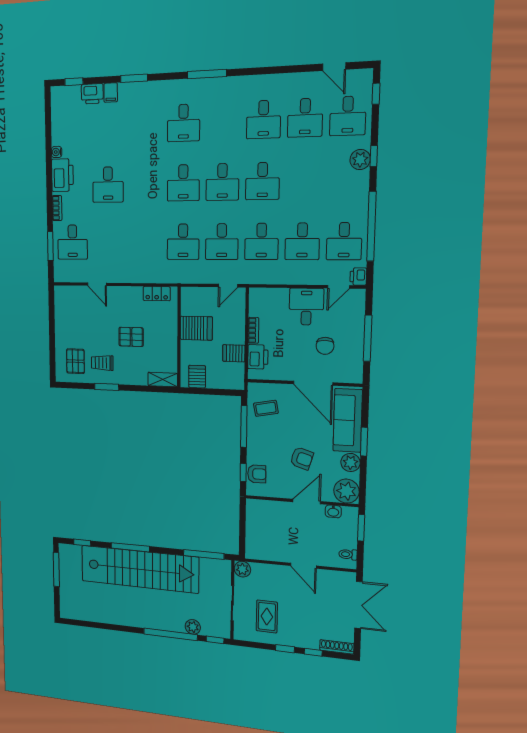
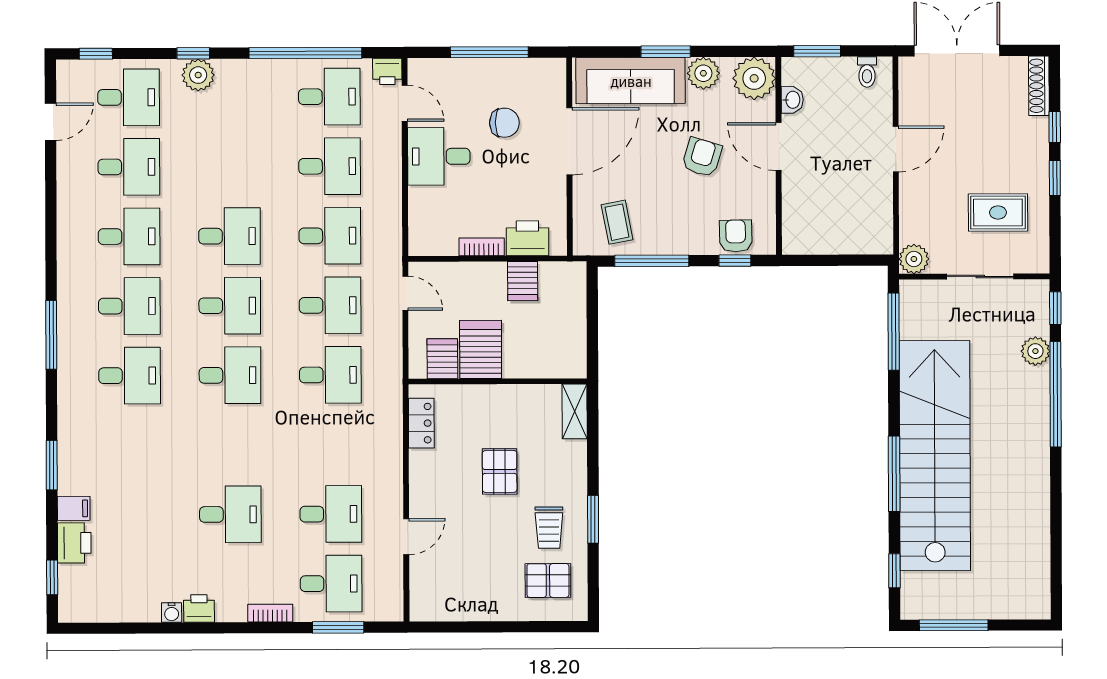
desk: (223, 121) -> (129, 306), added
printer: (62, 175) -> (199, 608), width x0.53, depth x0.68
desk: (108, 242) -> (331, 514), added
server rack: (197, 377) -> (442, 359), moved, turned 90

